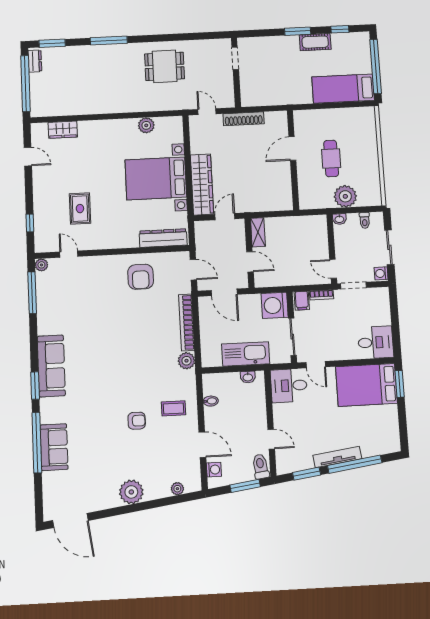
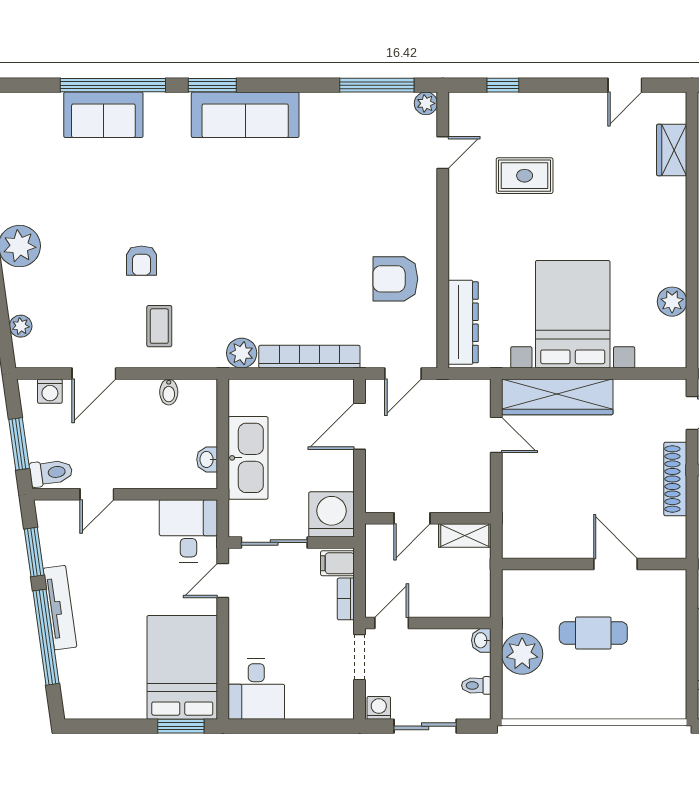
shelving: (258, 232) -> (465, 535), moved
wall: (250, 253) -> (428, 518), moved
door: (250, 262) -> (412, 518), moved

